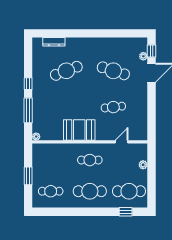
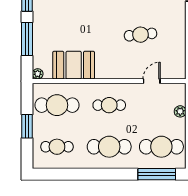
booth: (79, 130) -> (74, 65), moved
cafe table: (51, 160) -> (57, 105), added
window: (126, 212) -> (157, 174), width x2.17

